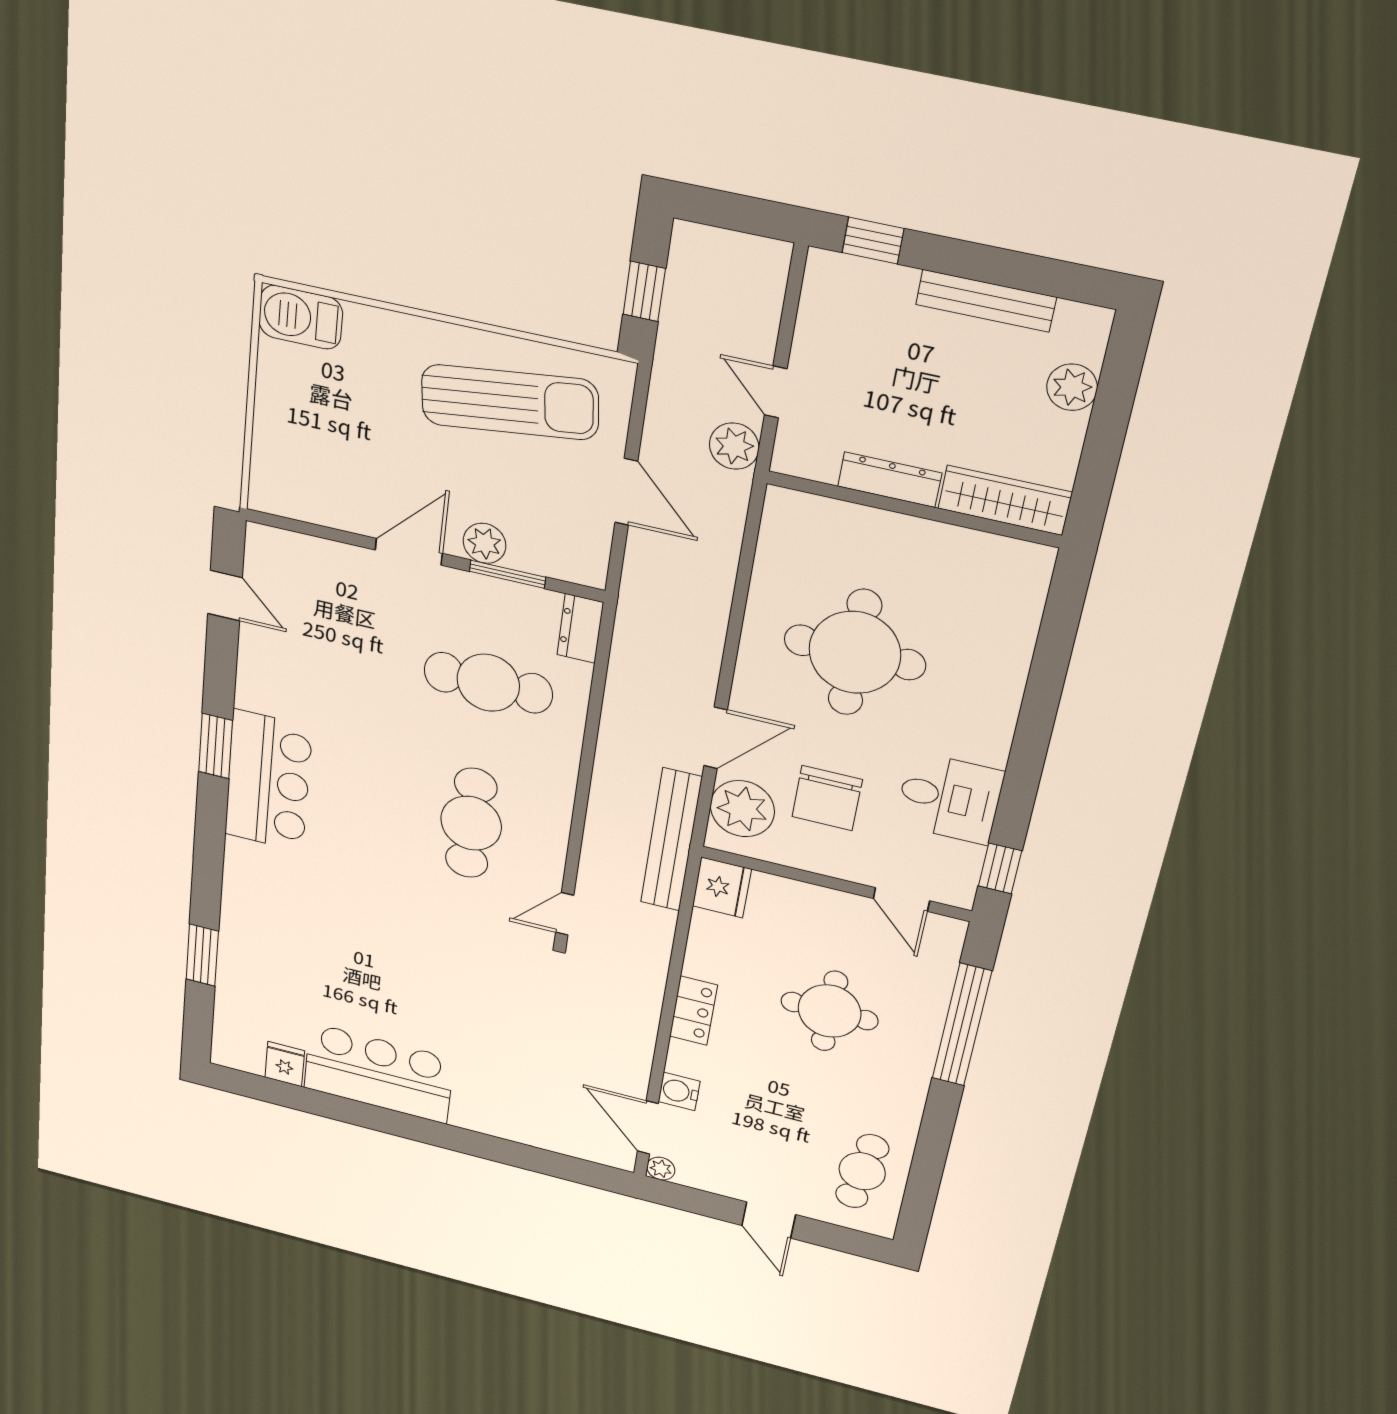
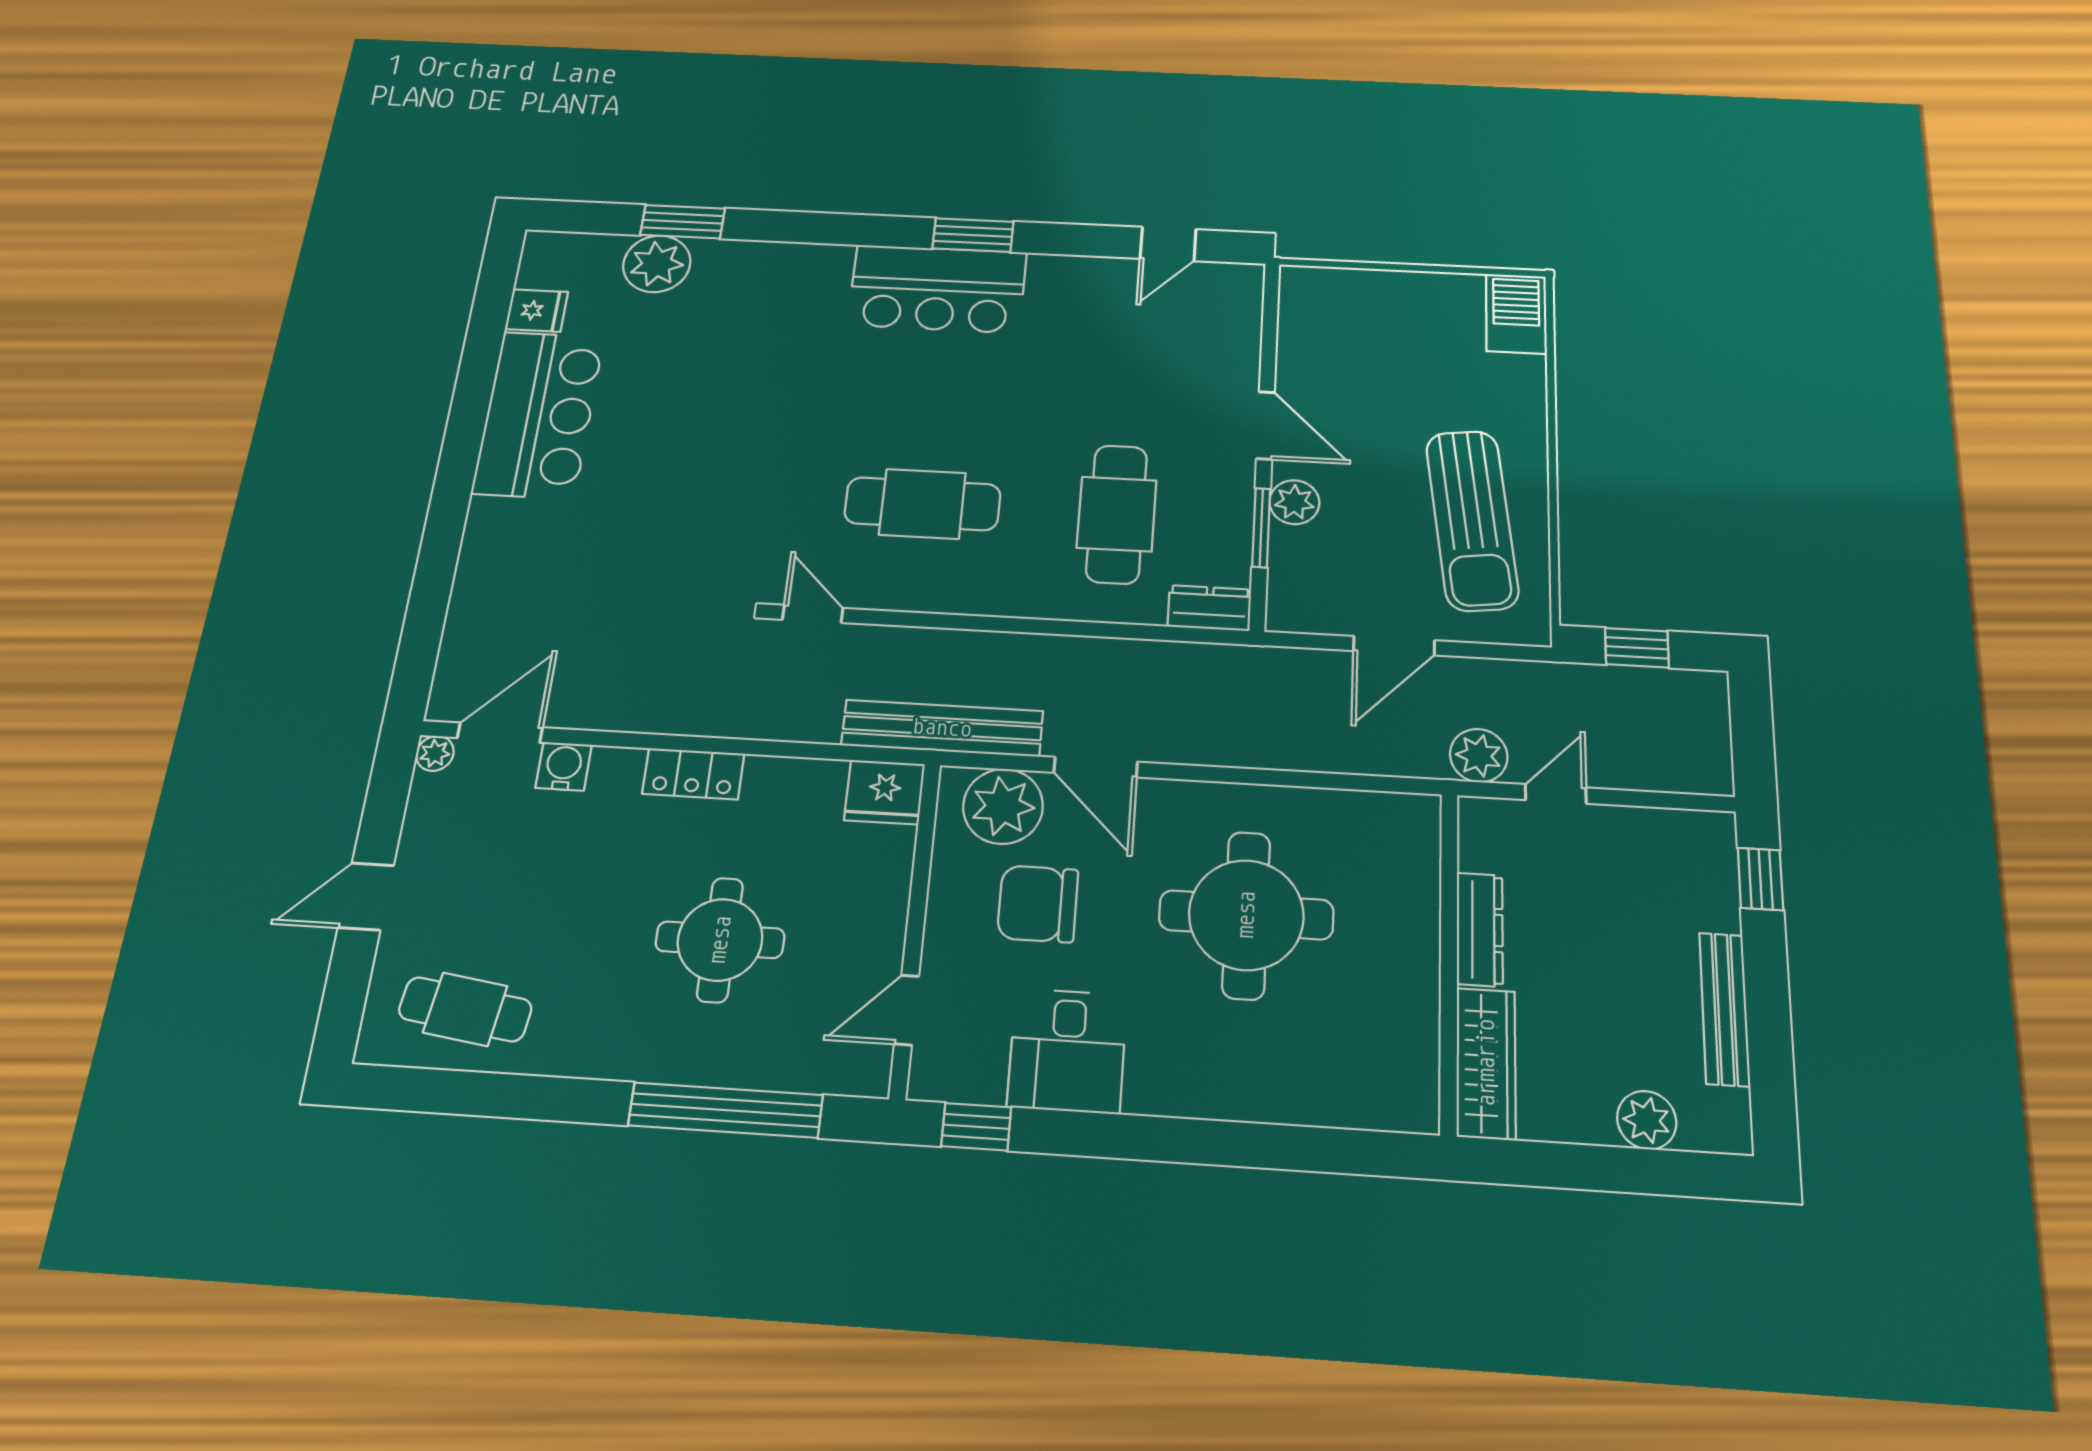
plant: (242, 978) -> (657, 264), added

